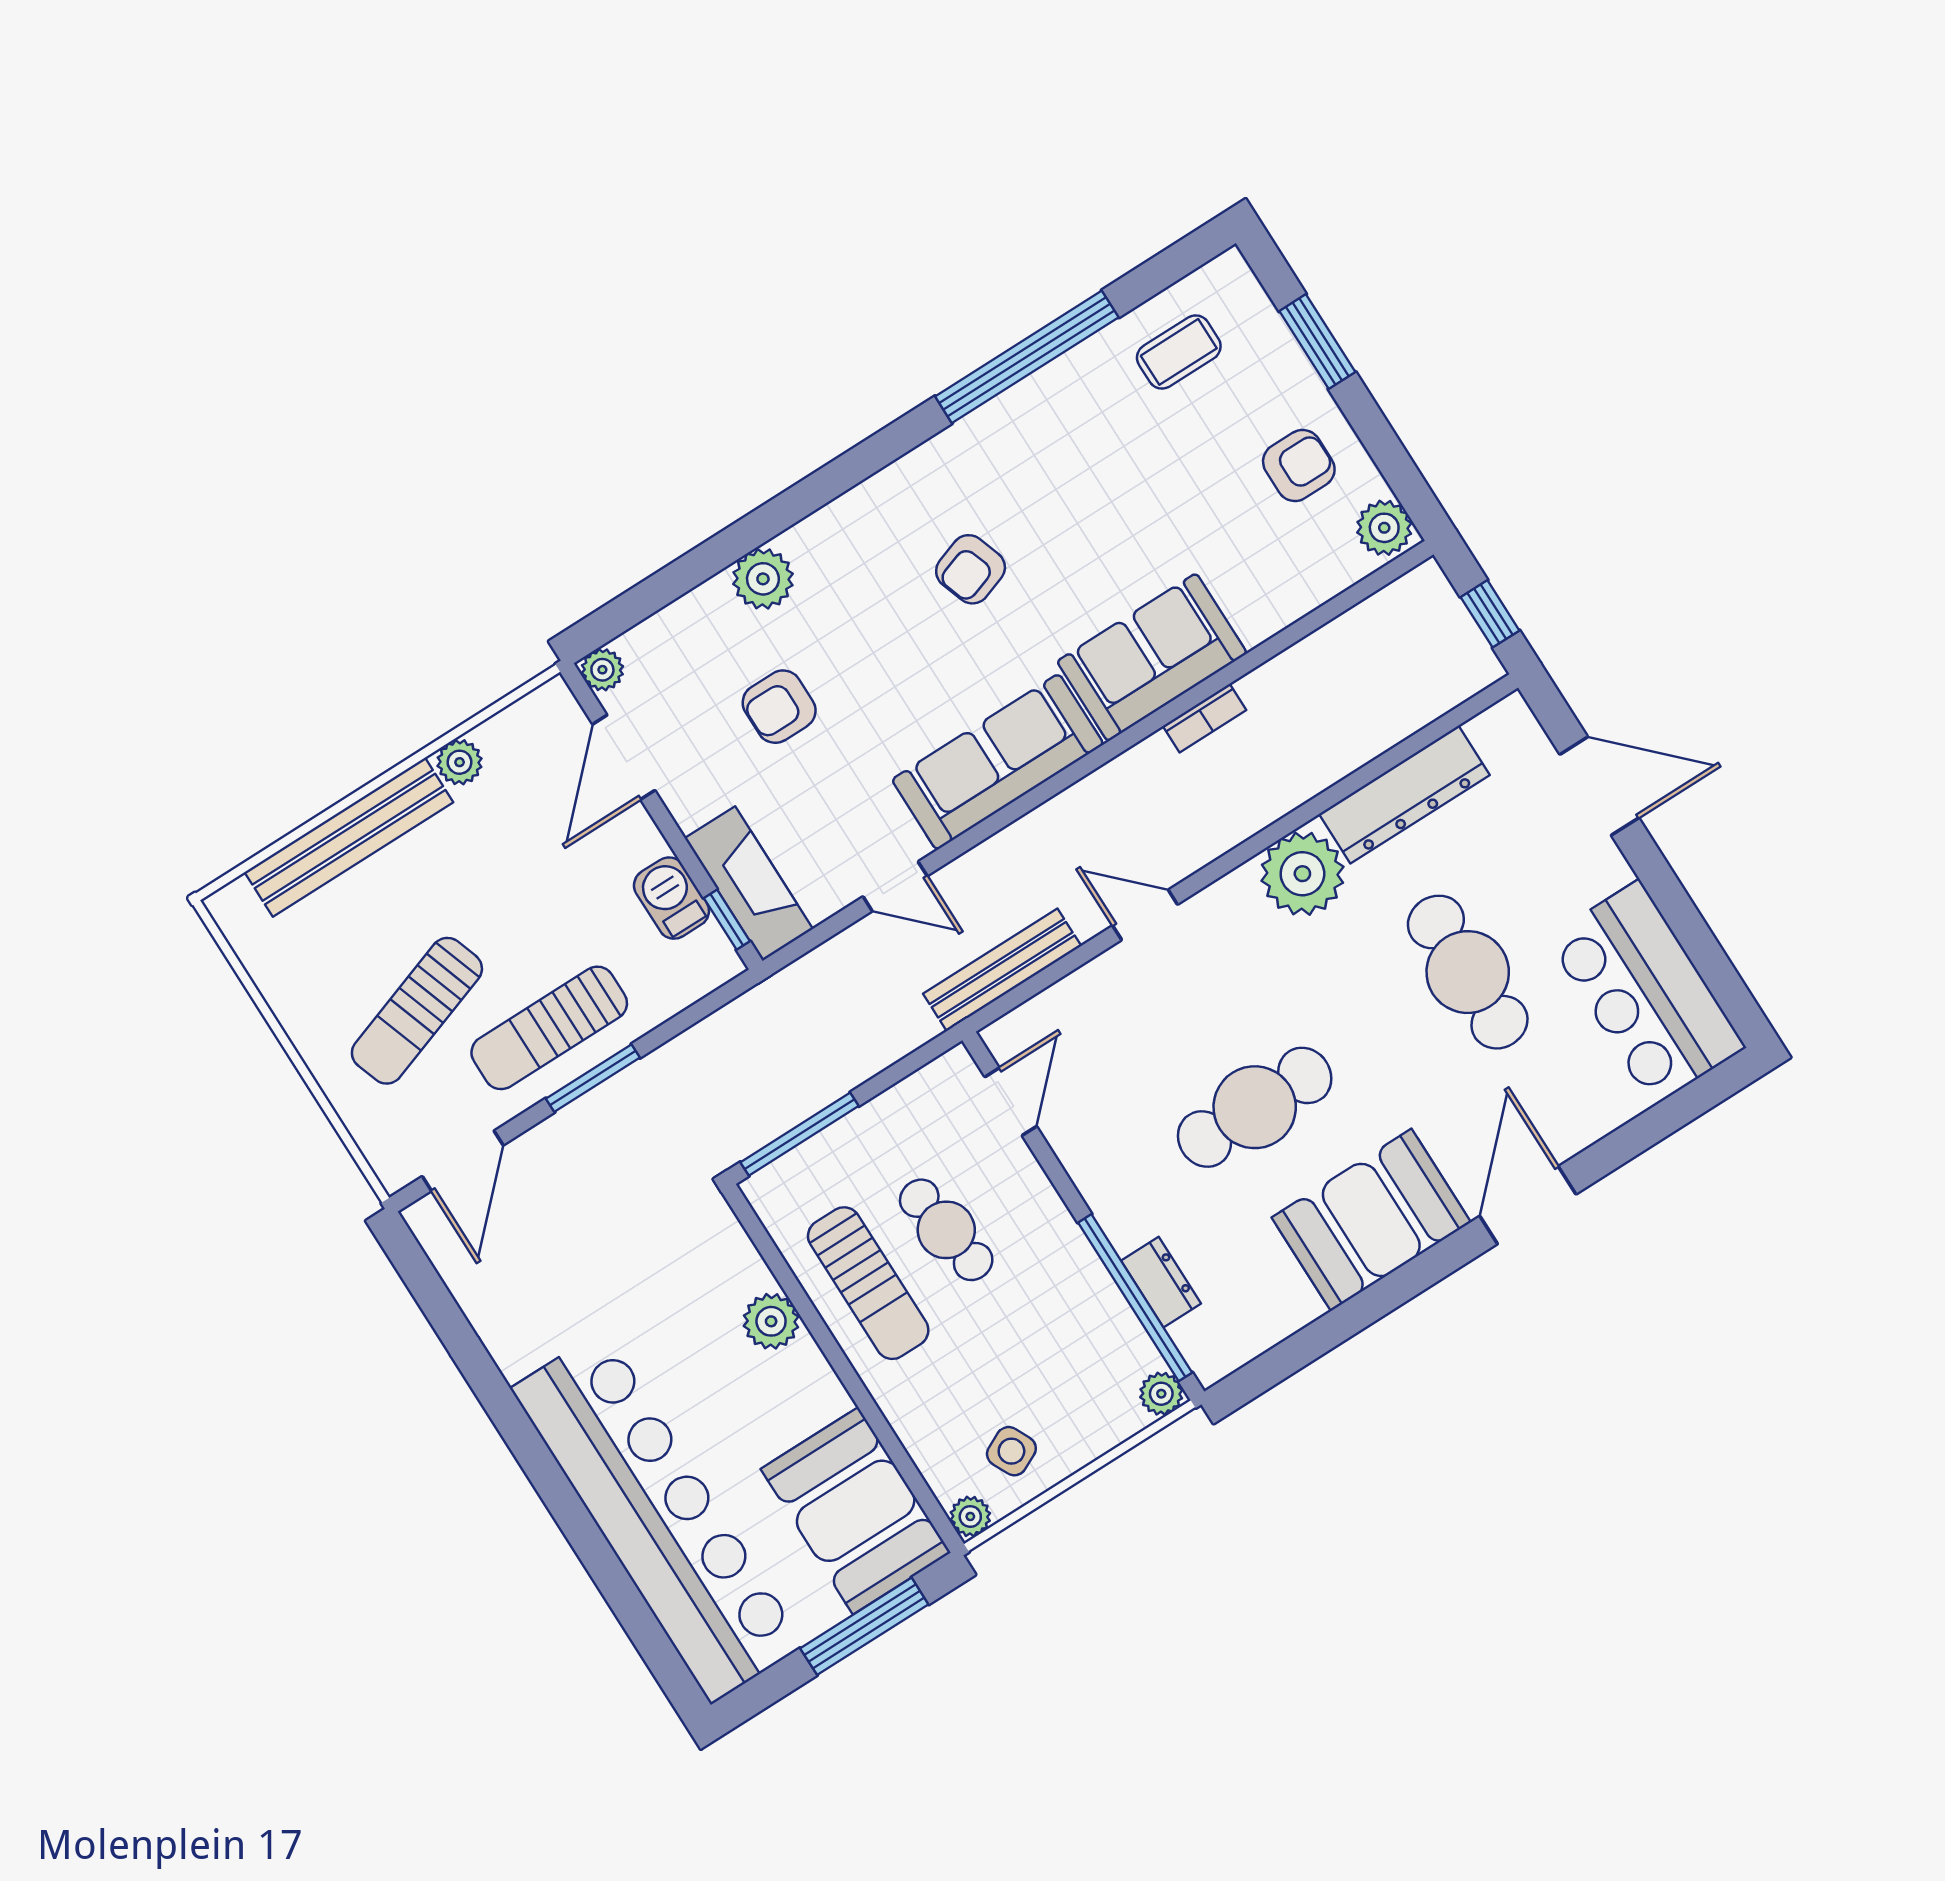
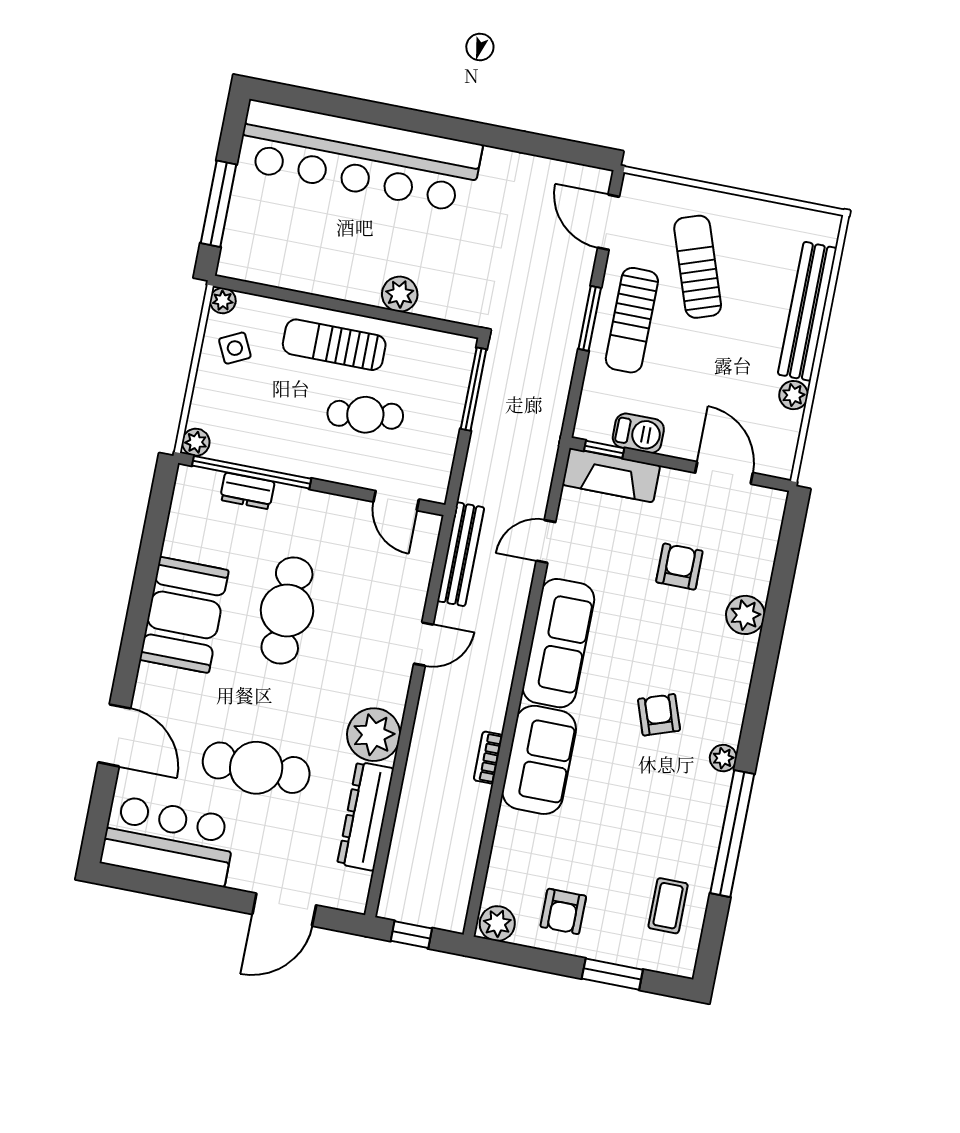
plant: (602, 670) -> (723, 758), moved
sun lounger: (549, 1028) -> (632, 320), turned 180
door: (1528, 1205) -> (114, 735), moved
sun lounger: (868, 1283) -> (334, 345), moved
booth: (856, 1511) -> (275, 250), removed

